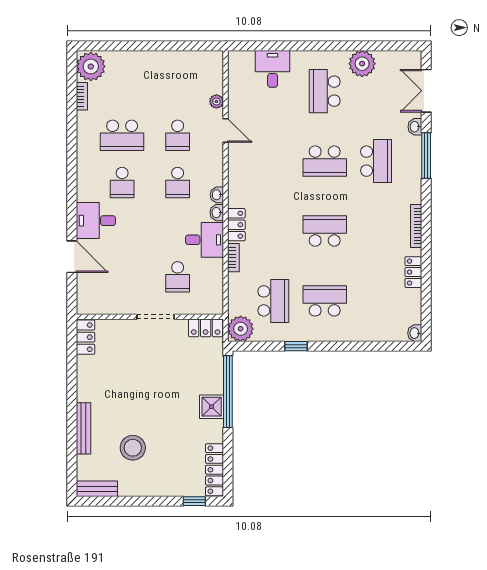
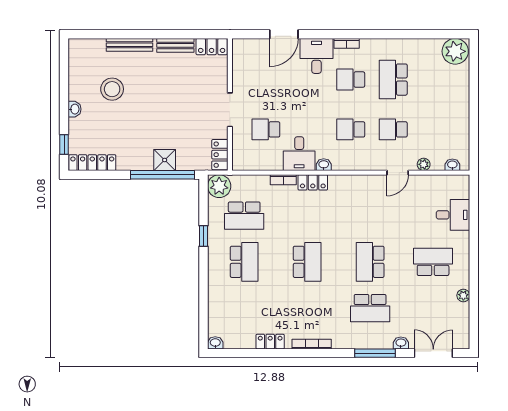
plant: (362, 64) -> (463, 295), width x0.53, depth x0.53
bookcase: (82, 96) -> (347, 43), moved
washbasin: (217, 195) -> (452, 165), moved
shower: (212, 407) -> (165, 160), moved
bench: (97, 489) -> (175, 45), moved, turned 90
washbasin: (155, 489) -> (75, 109), added

